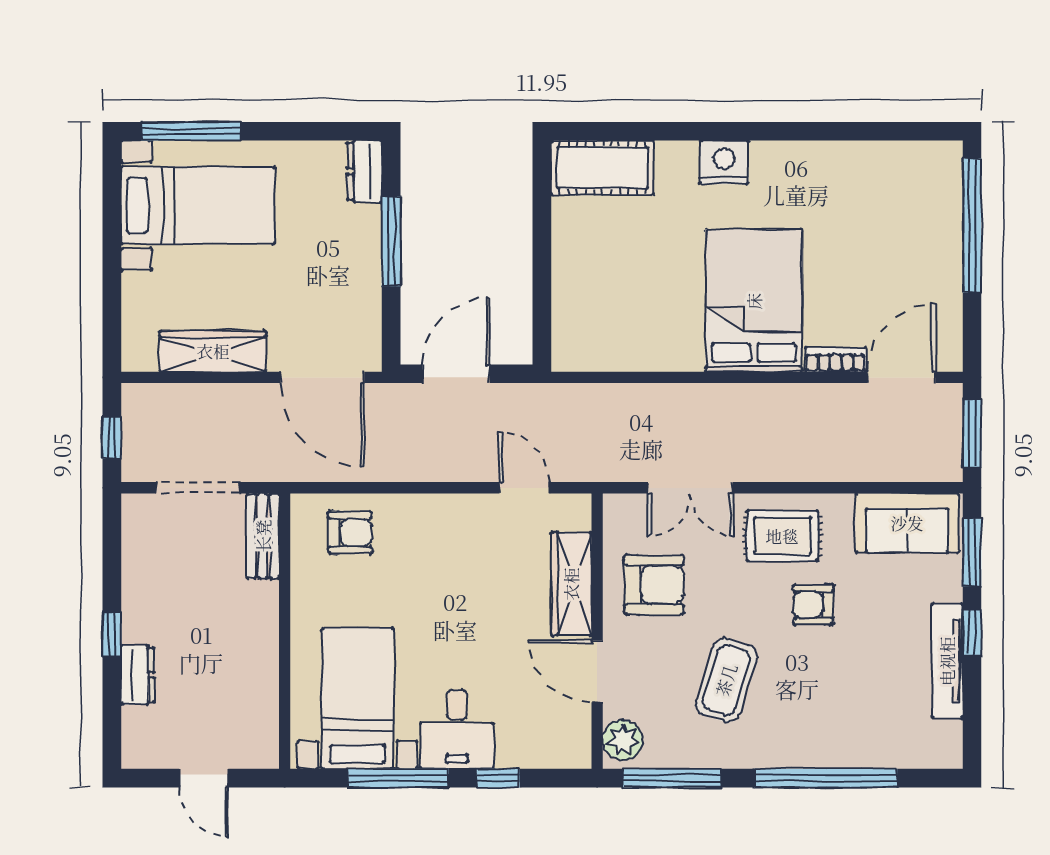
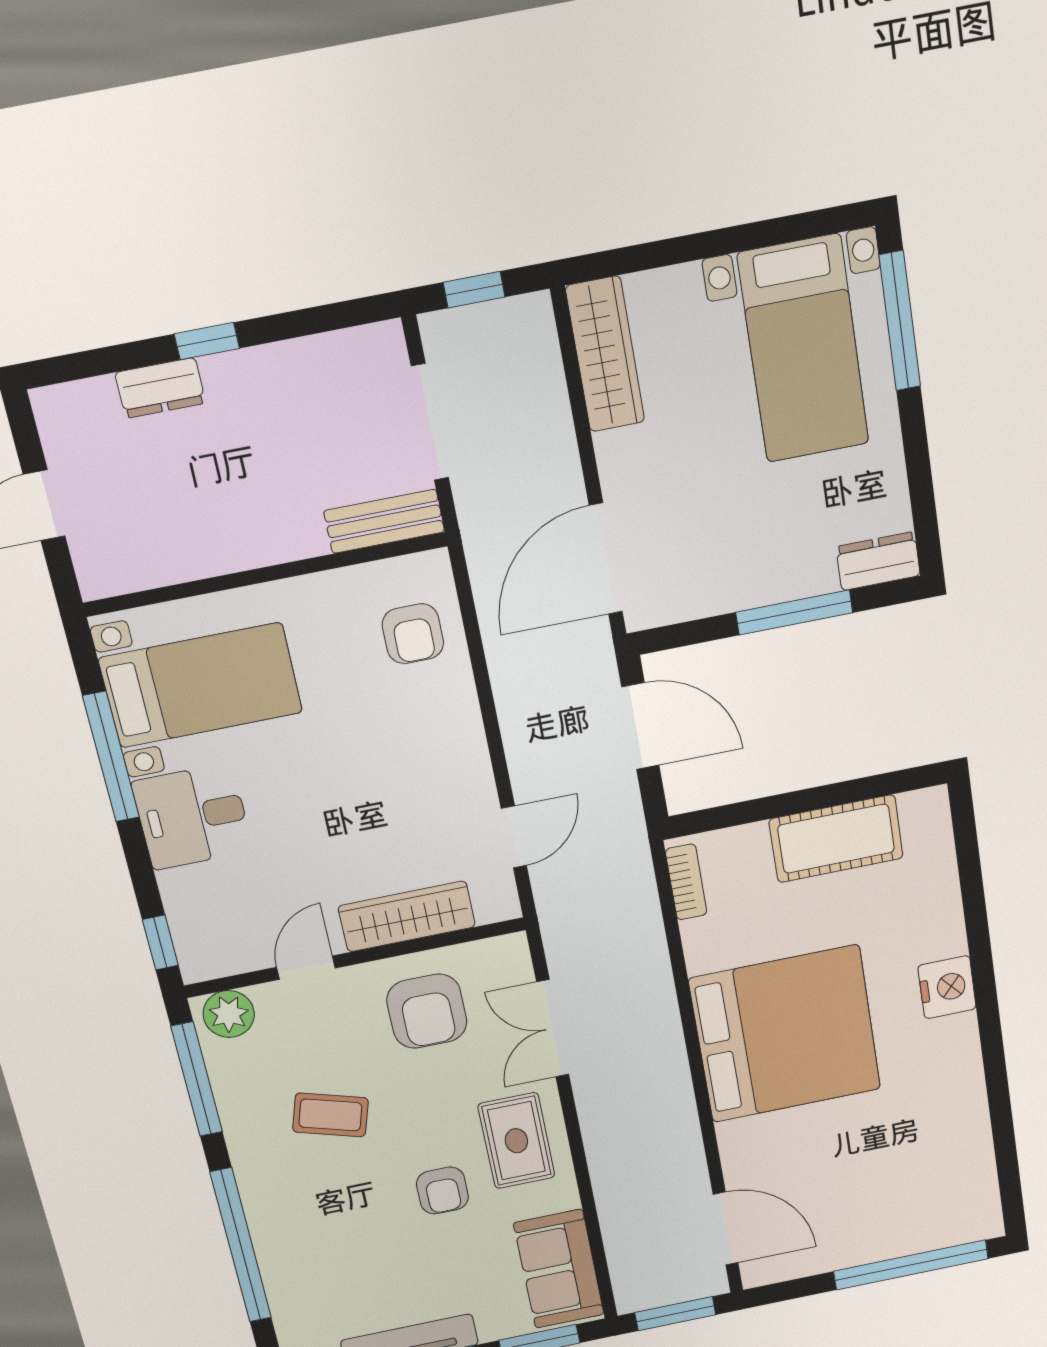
cot: (603, 168) -> (836, 839), moved, turned 90
bed: (754, 301) -> (785, 1034), width x1.36
wardrobe: (213, 351) -> (605, 354), moved
bookcase: (836, 360) -> (686, 882), moved
armchair: (813, 605) -> (442, 1190), turned 180
door: (597, 671) -> (306, 968), width x0.73
coffee table: (726, 680) -> (330, 1115), width x0.73, depth x0.77
window: (498, 778) -> (160, 942), moved

